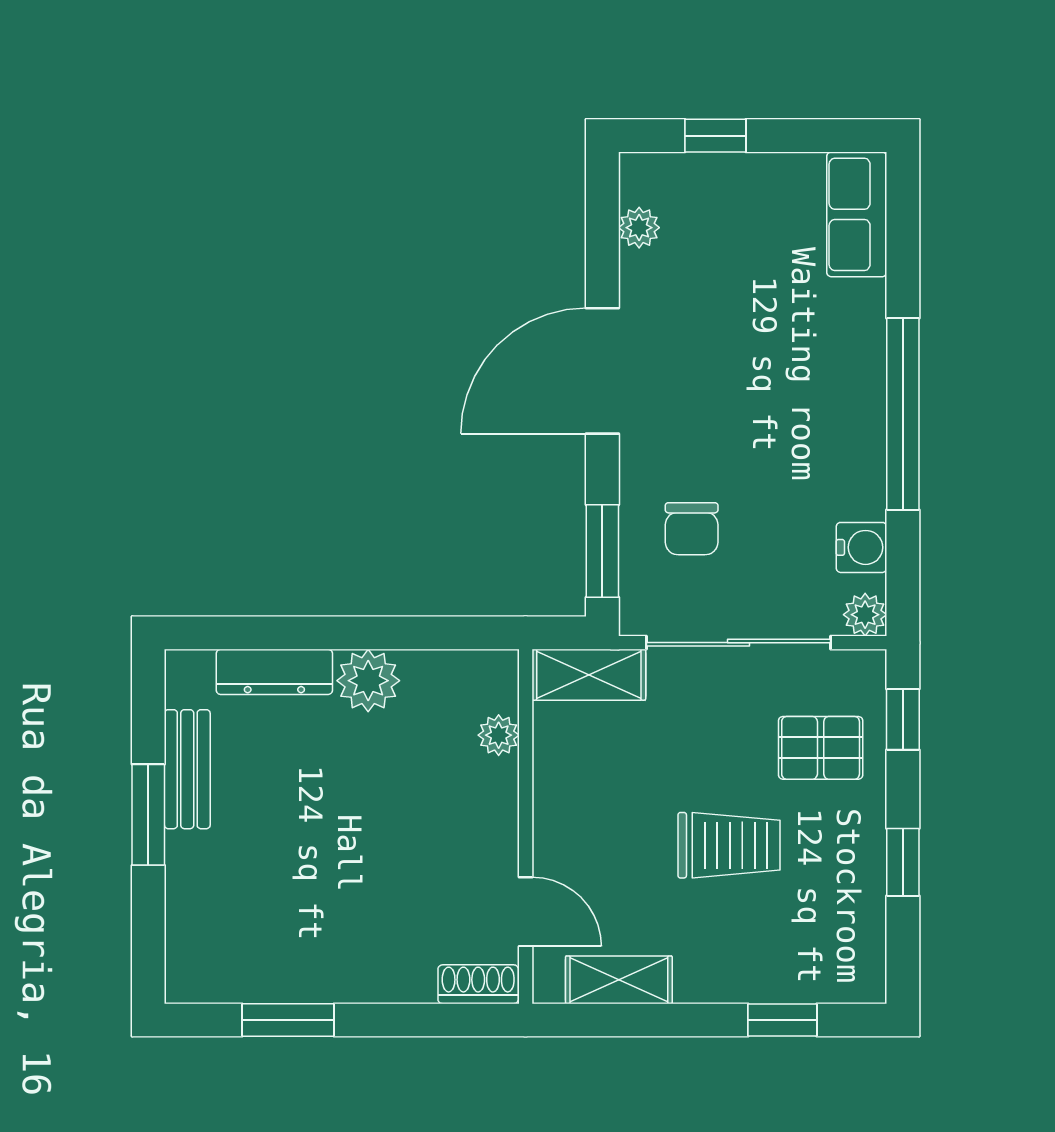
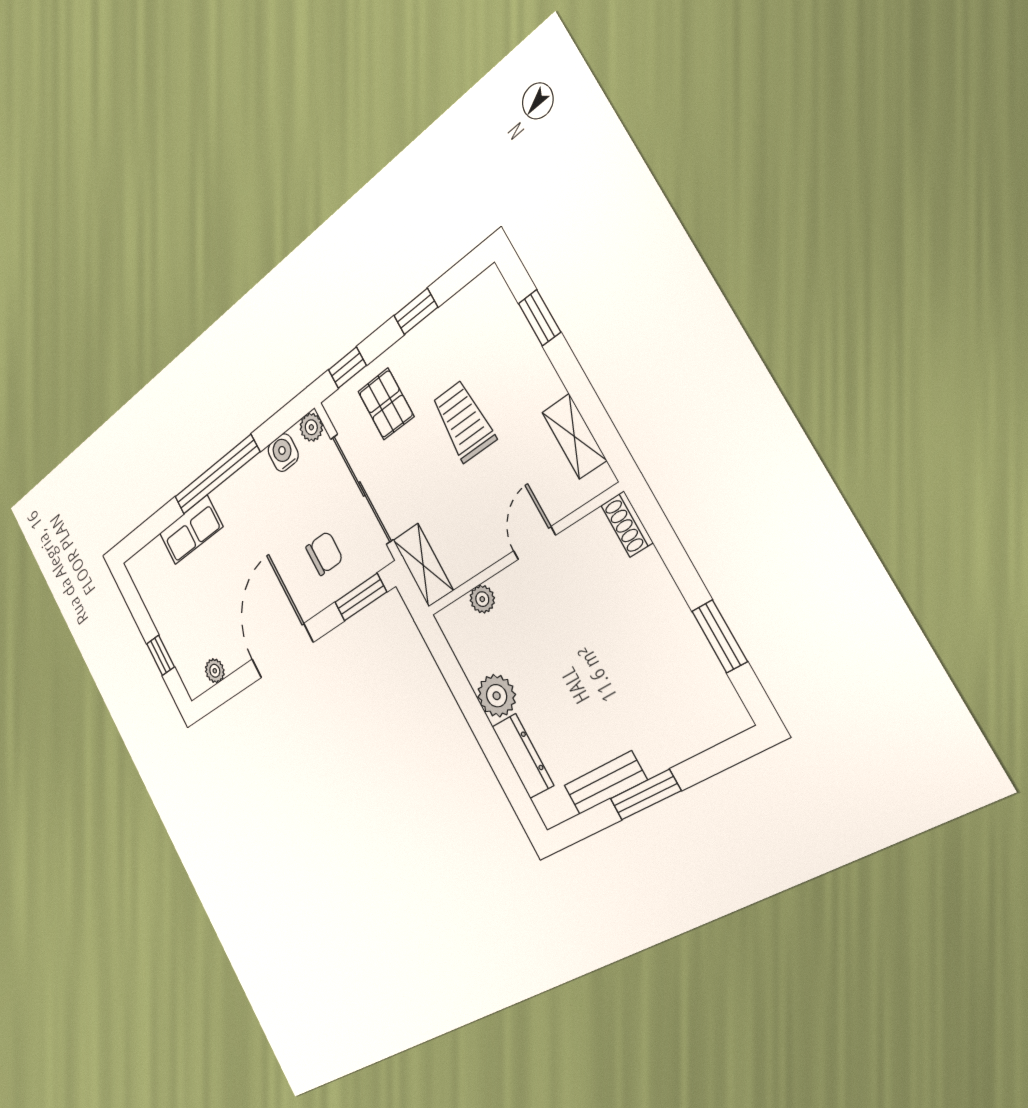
row of seats: (857, 214) -> (191, 530), moved
door: (602, 371) -> (282, 651), swing flipped
door: (526, 912) -> (534, 543), moved

